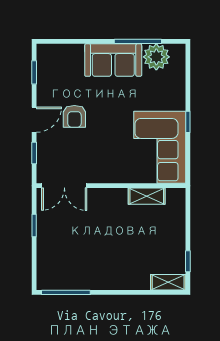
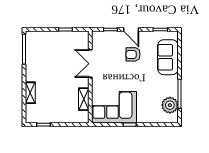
sofa: (113, 60) -> (168, 57), moved
double door: (64, 186) -> (90, 64), moved
shelving: (168, 282) -> (30, 93), moved

